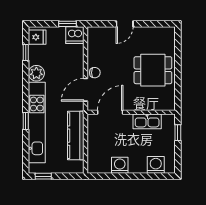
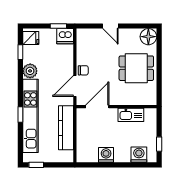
door: (125, 24) -> (110, 26), hinge flipped
floor lamp: (166, 36) -> (148, 37), added
window: (178, 133) -> (159, 144), moved

